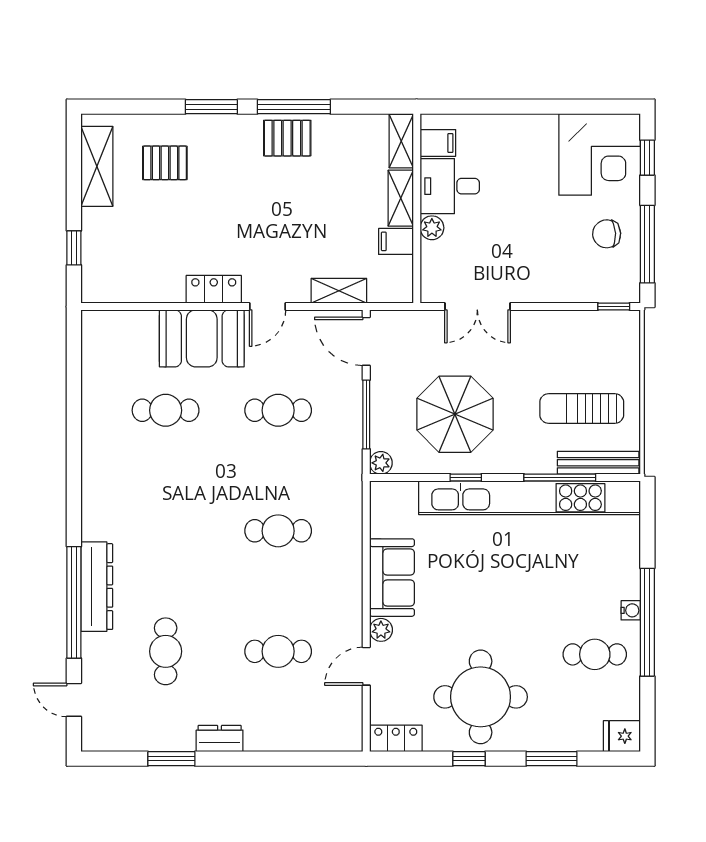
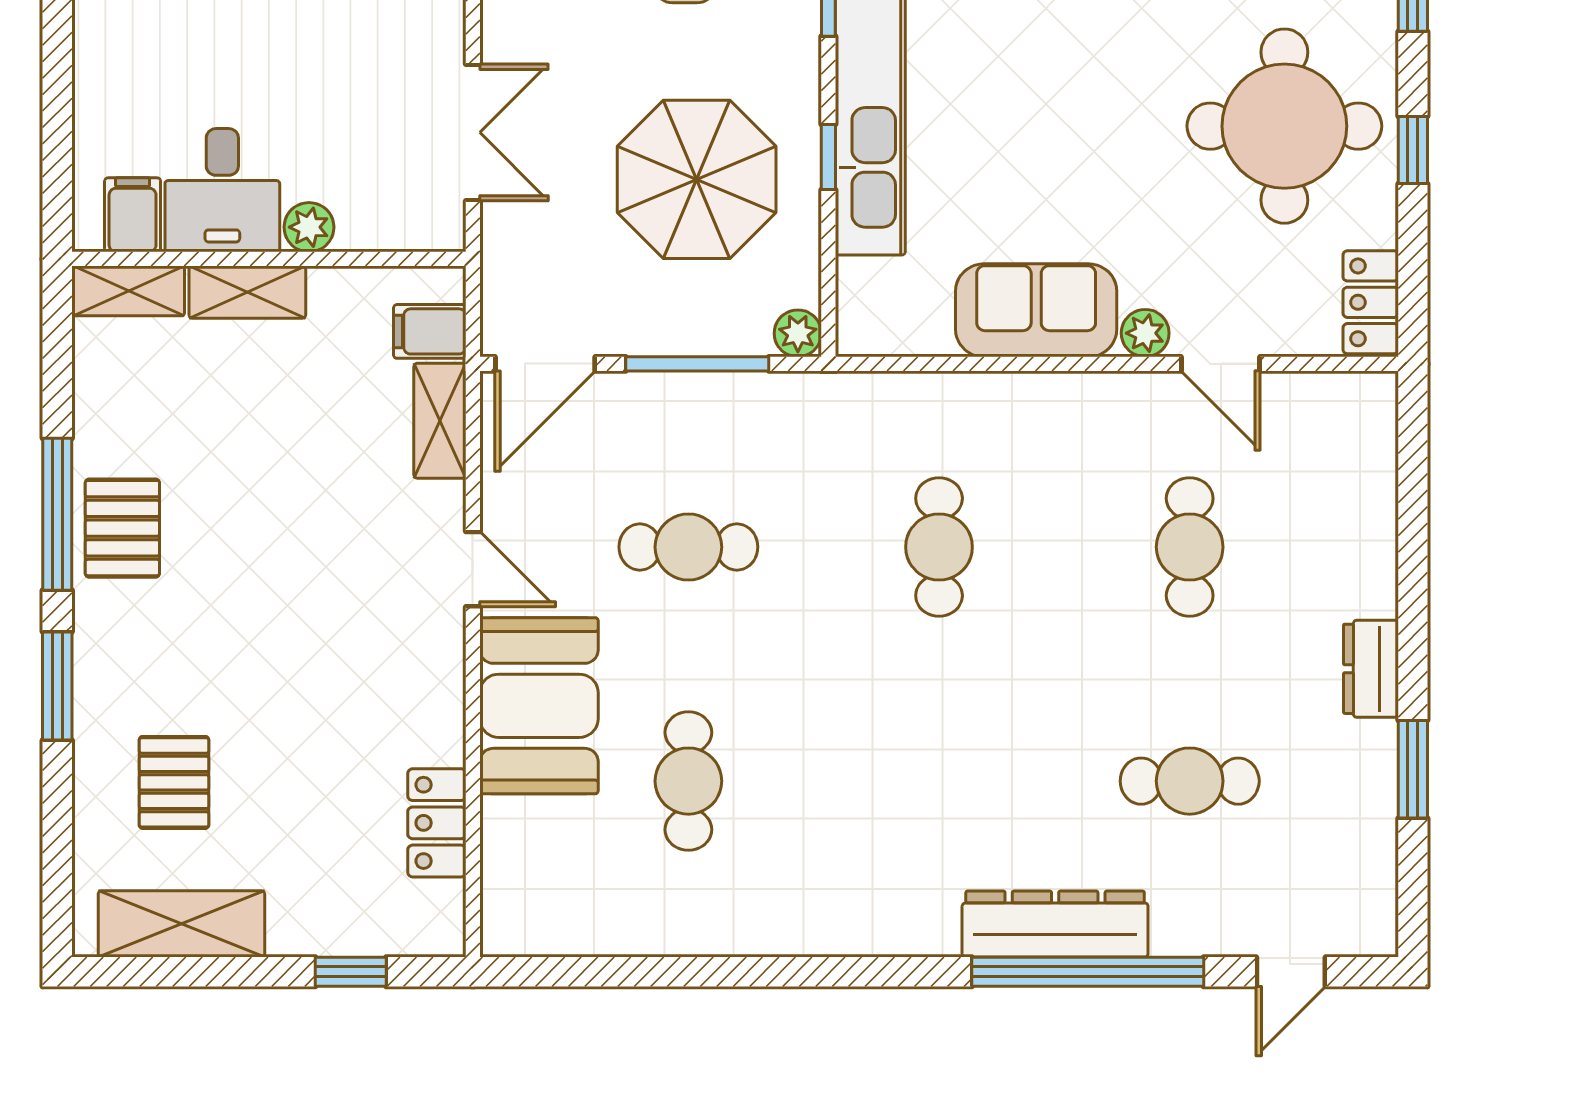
filing cabinet: (396, 241) -> (430, 331), moved, turned 90
locker: (214, 289) -> (437, 823), moved
cafe table: (278, 410) -> (688, 547), turned 90

